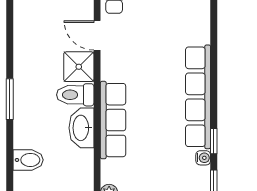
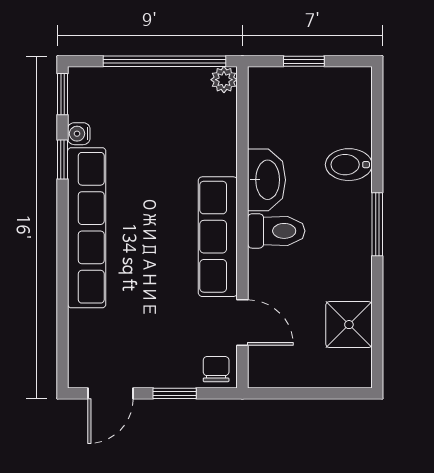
shower: (79, 67) -> (349, 325), moved
row of seats: (113, 120) -> (218, 237), moved
bidet: (28, 160) -> (349, 165), moved

